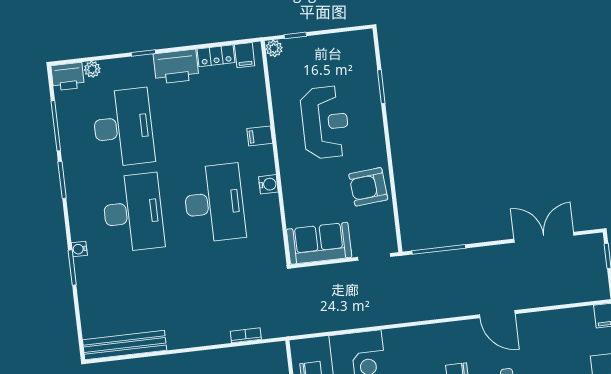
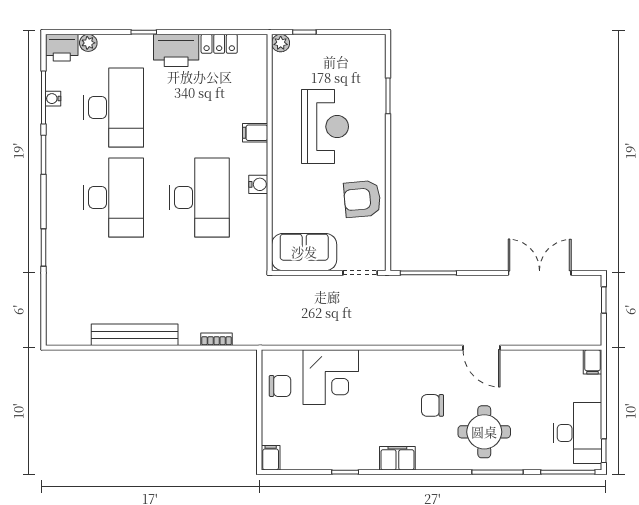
filing cabinet: (245, 55) -> (249, 47), removed
water cooler: (79, 249) -> (53, 99), moved
bench: (125, 345) -> (135, 335), moved

